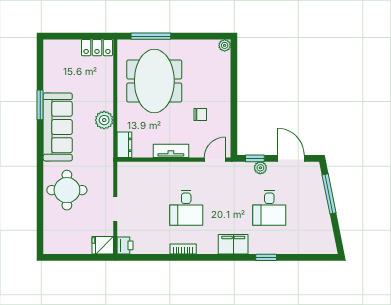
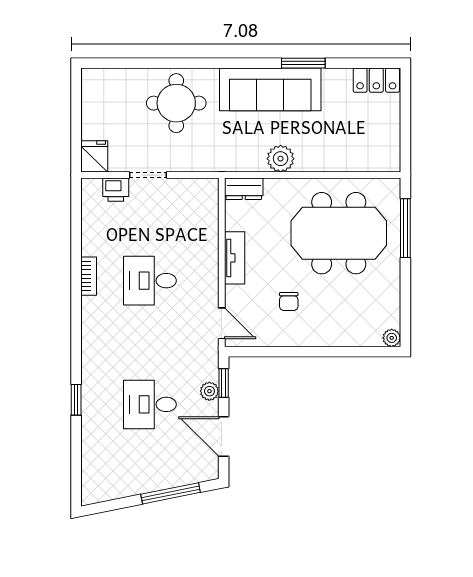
locker: (97, 48) -> (376, 80), moved, turned -90
door: (291, 158) -> (224, 437), swing flipped
filing cabinet: (233, 244) -> (96, 351), removed
printer: (125, 245) -> (116, 190), moved

